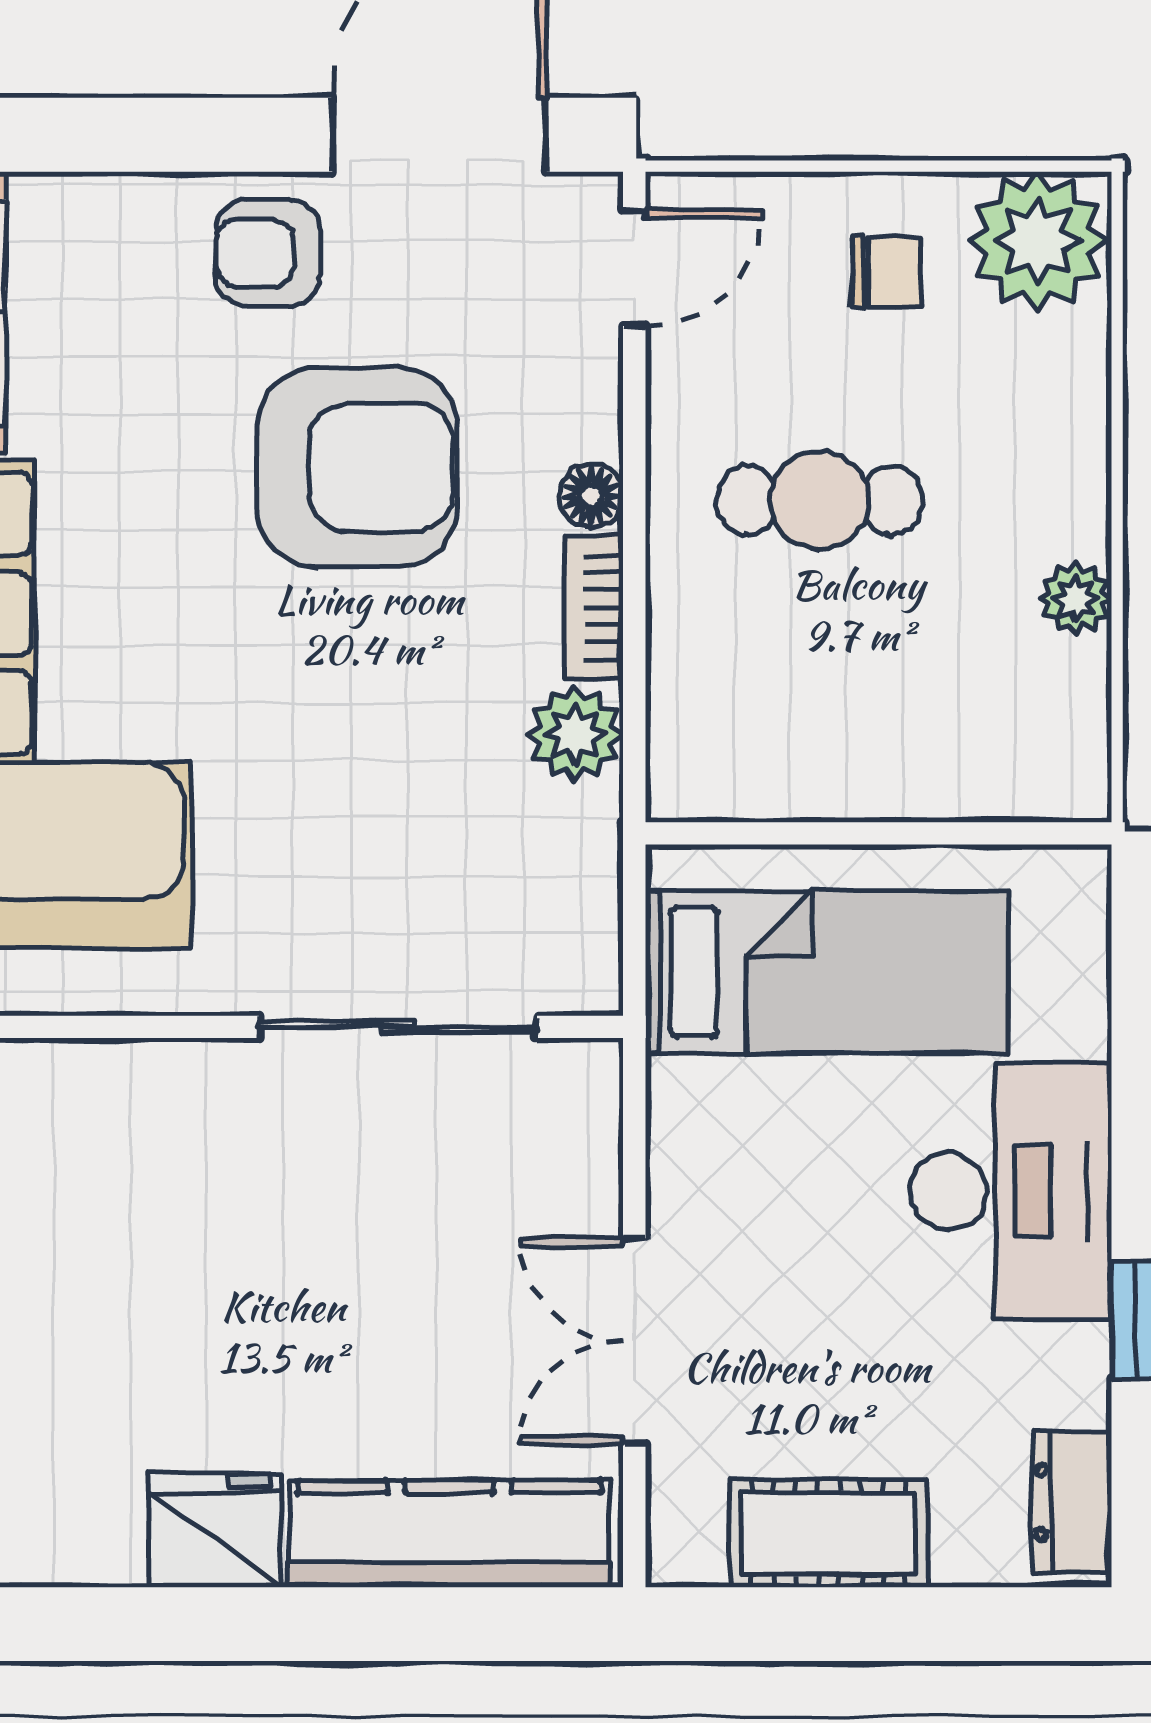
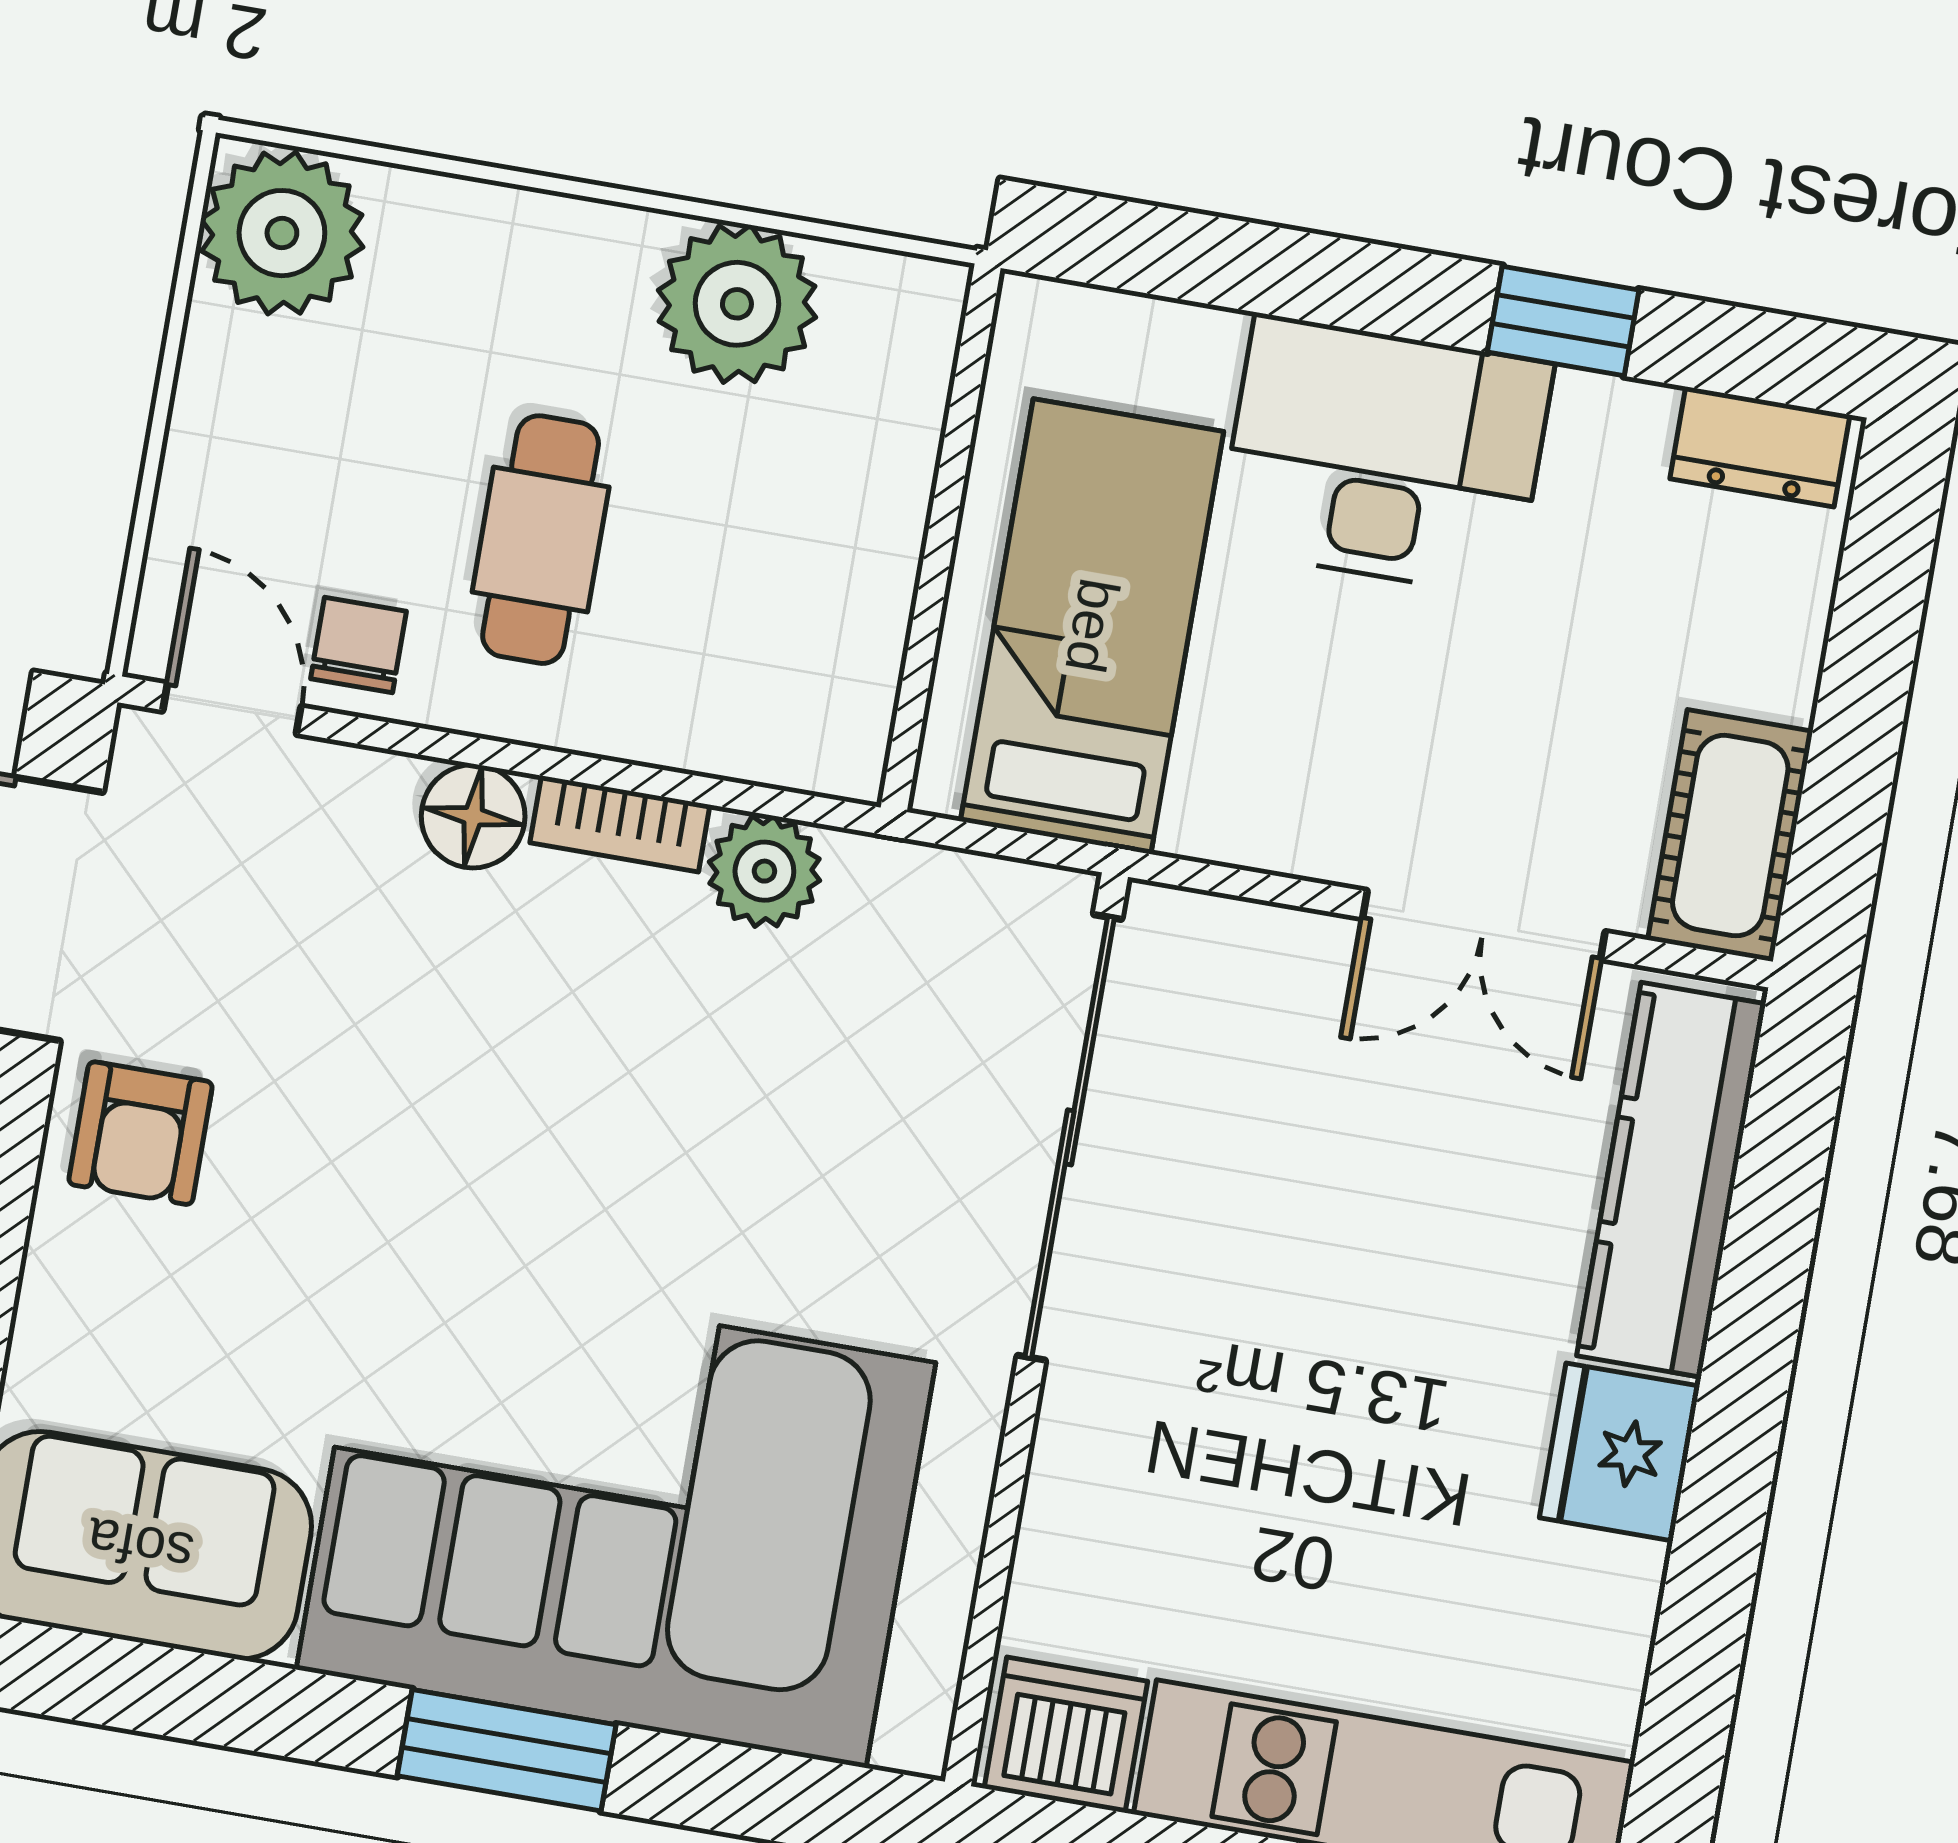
chair: (887, 272) -> (358, 645), moved
armchair: (357, 467) -> (409, 1072), removed
floor lamp: (591, 496) -> (473, 816), width x1.37, depth x1.37
plant: (1076, 599) -> (737, 304), width x1.87, depth x1.87
sliding door: (398, 1027) -> (1070, 1137), width x1.36
cot: (828, 1533) -> (1730, 836), moved

